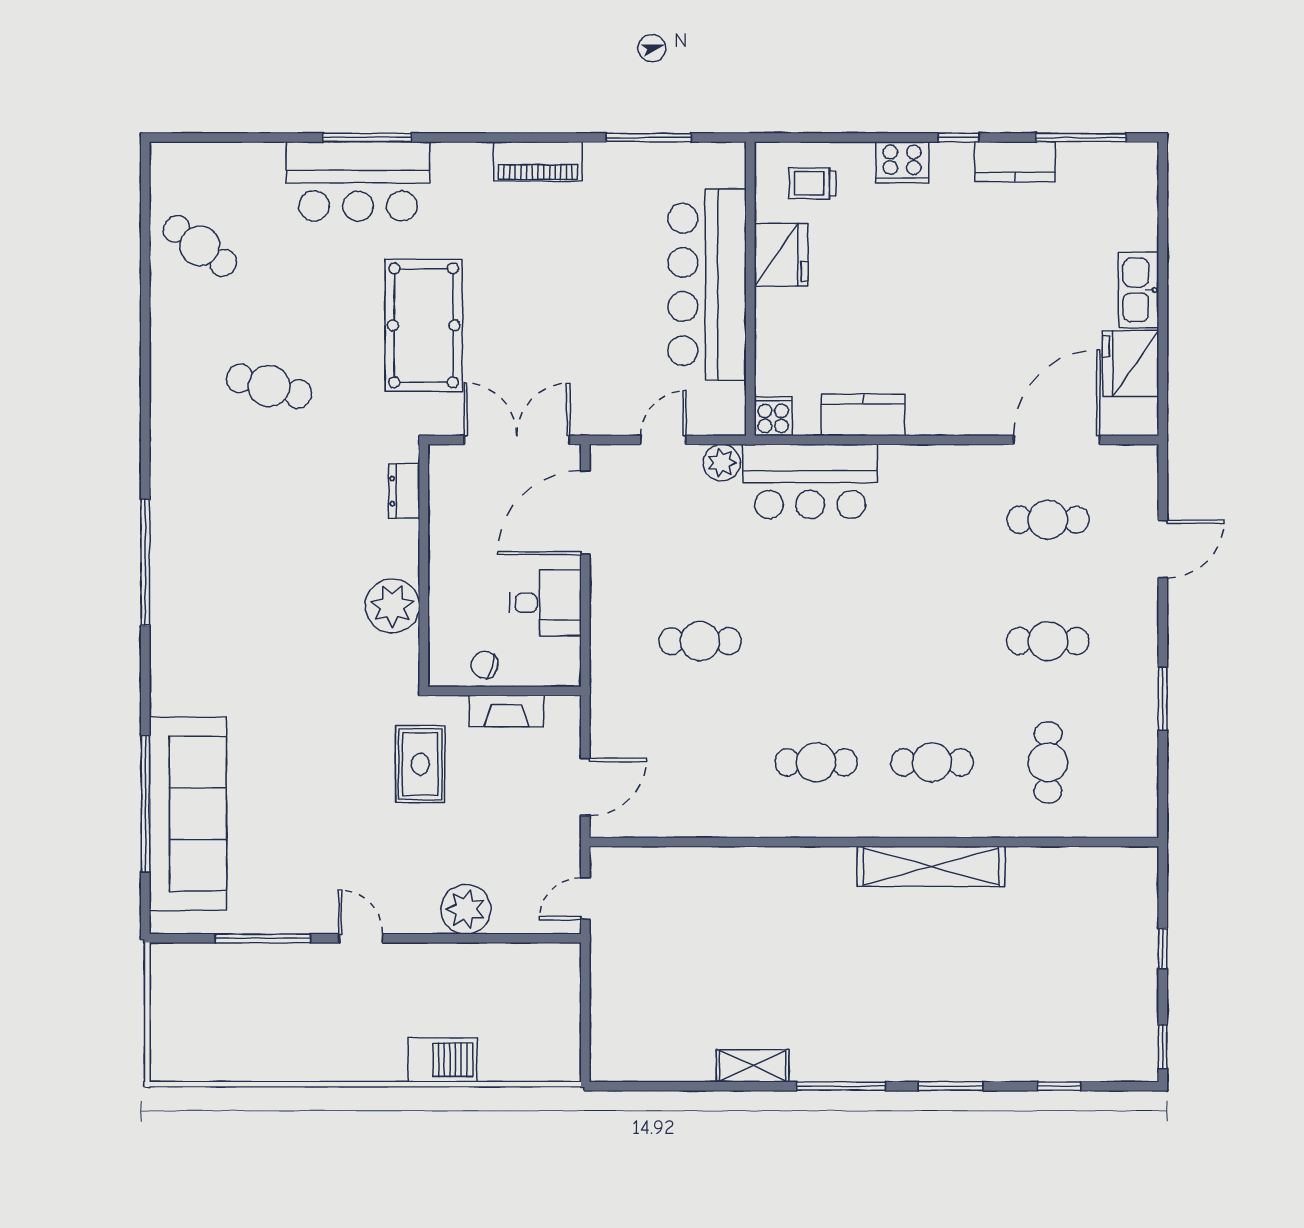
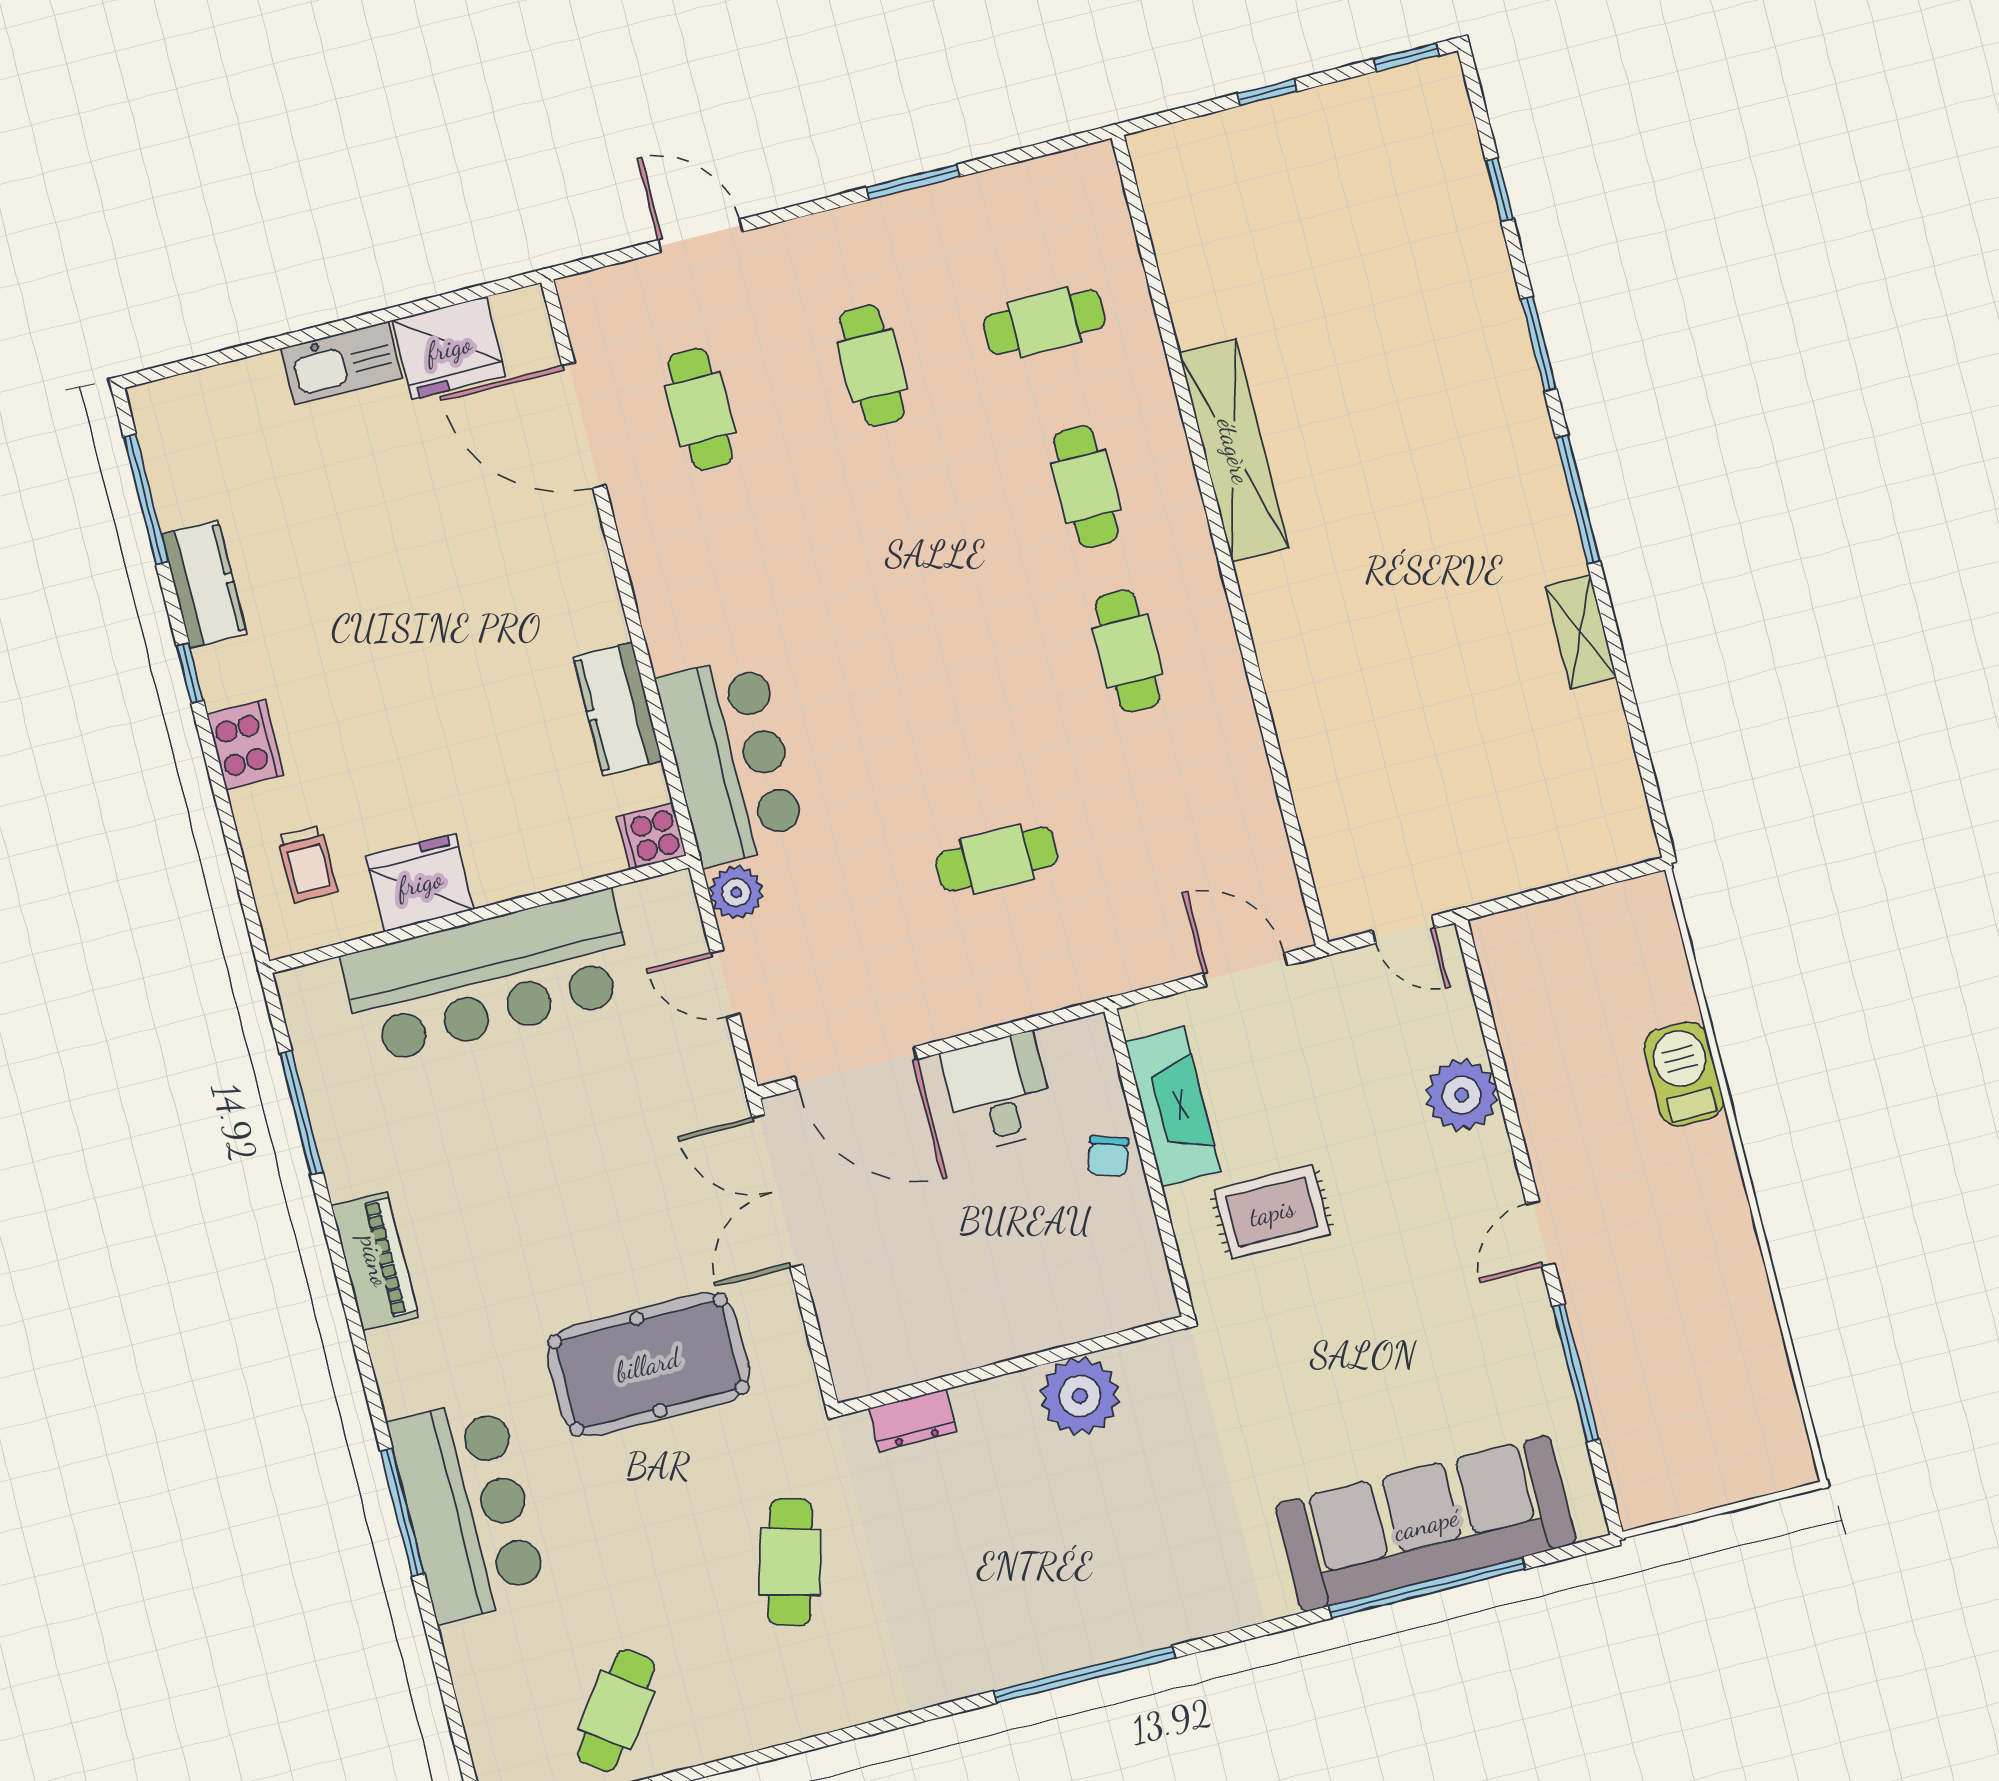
dresser: (404, 491) -> (913, 1420), moved
wall: (424, 565) -> (1011, 1366), moved
plant: (392, 606) -> (1080, 1396), moved
cafe table: (700, 641) -> (997, 859), turned 90
fireplace: (506, 711) -> (1173, 1107), width x1.37, depth x1.32

